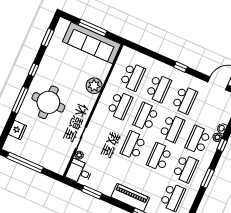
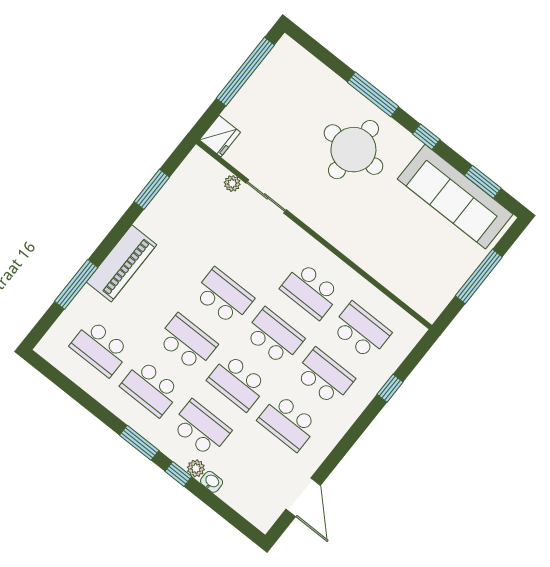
sofa: (92, 43) -> (455, 197), moved, turned -90
window: (181, 67) -> (390, 388), moved
school desk: (133, 77) -> (361, 331), turned 180
plant: (94, 86) -> (363, 249), removed
school desk: (159, 88) -> (324, 377), turned 180
fridge: (17, 130) -> (220, 136), moved, turned -90
desk: (79, 172) -> (199, 175), removed
window: (207, 178) -> (139, 443), moved

